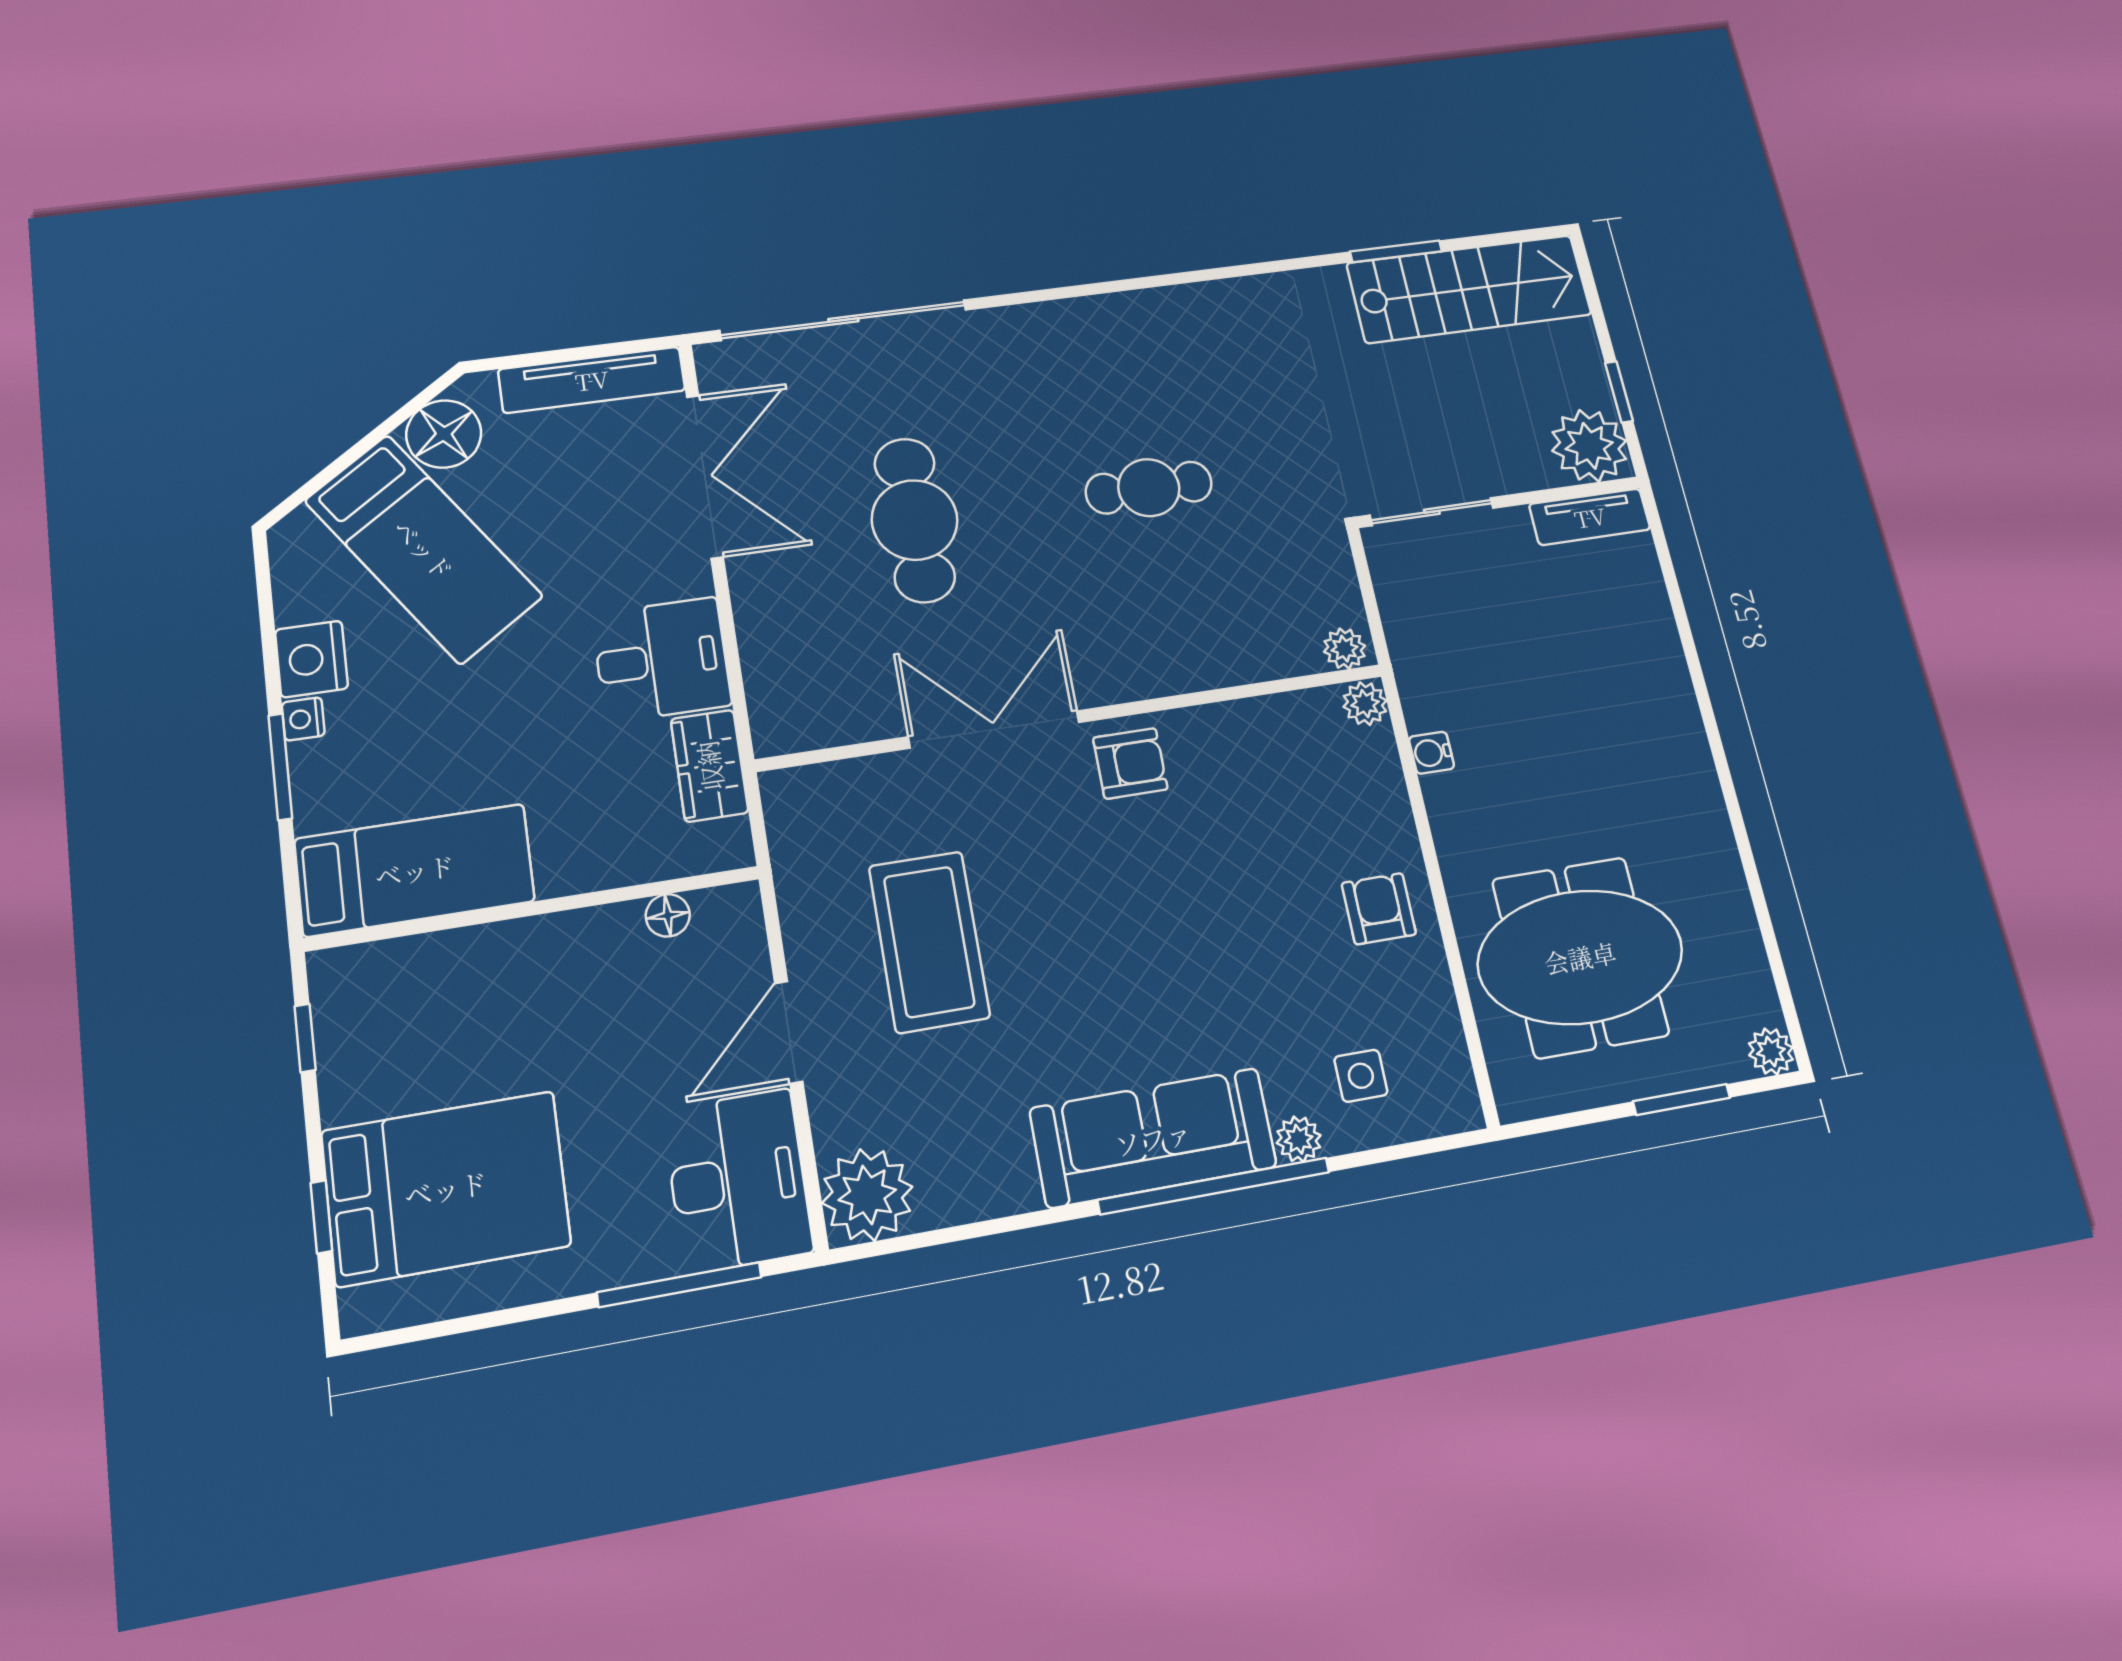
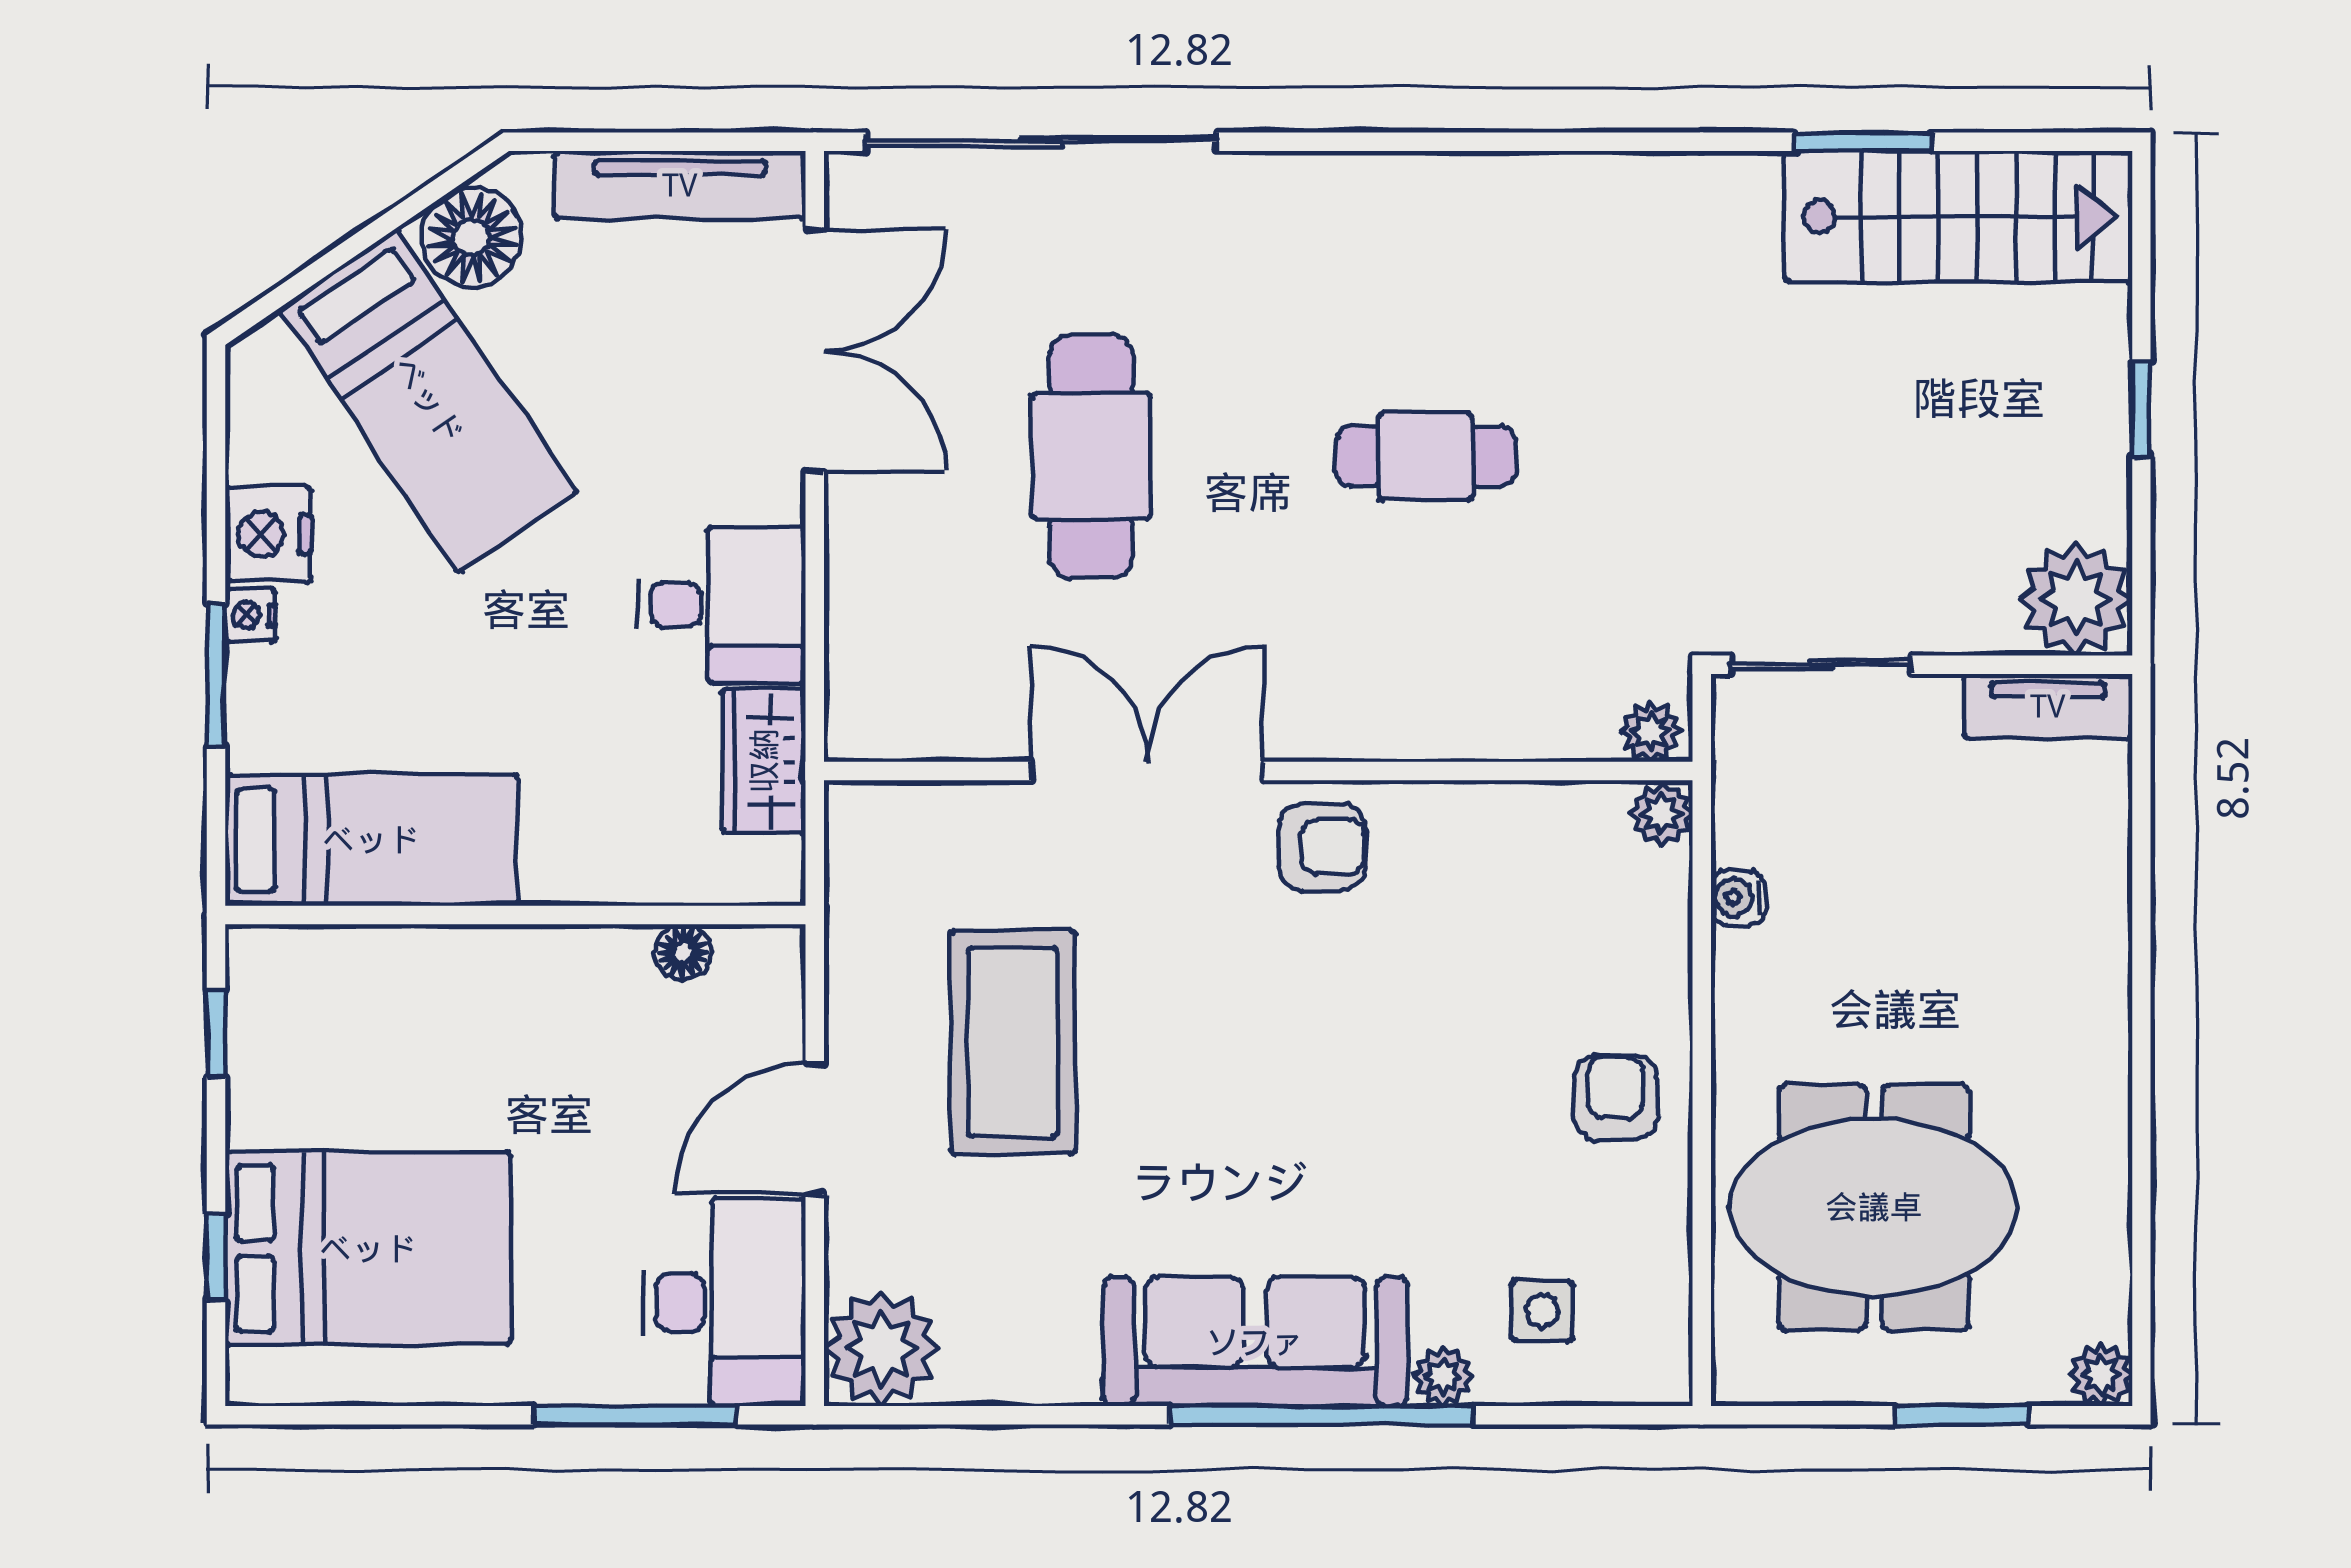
plant: (1589, 446) -> (2075, 599), moved
wall: (1499, 502) -> (1922, 665), moved
sliding door: (1432, 512) -> (1821, 665), moved
tv unit: (1590, 517) -> (2048, 706), moved

